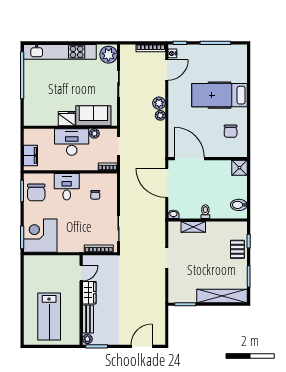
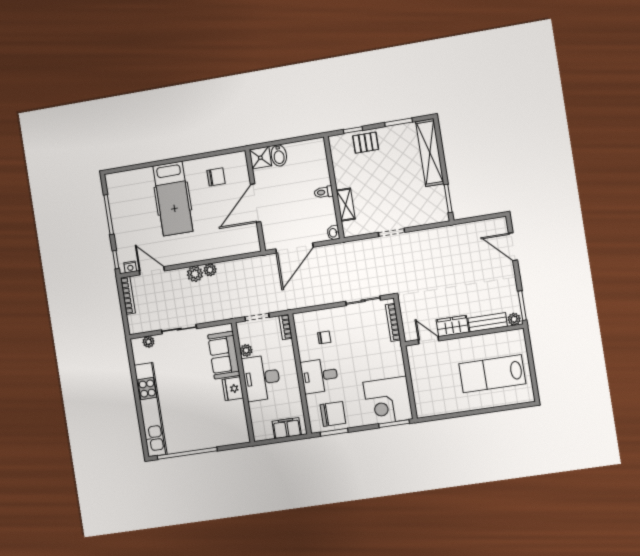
plant: (108, 55) -> (149, 342), width x0.53, depth x0.53
door: (189, 159) -> (256, 203), moved
bidet: (239, 205) -> (279, 155), moved
lab bench: (49, 317) -> (492, 374), turned 180

